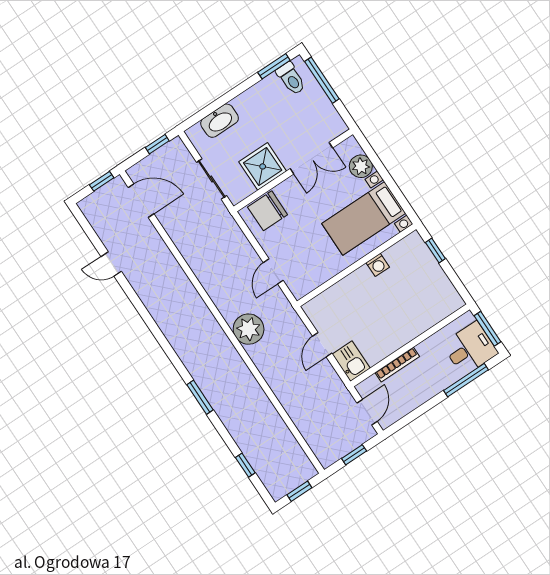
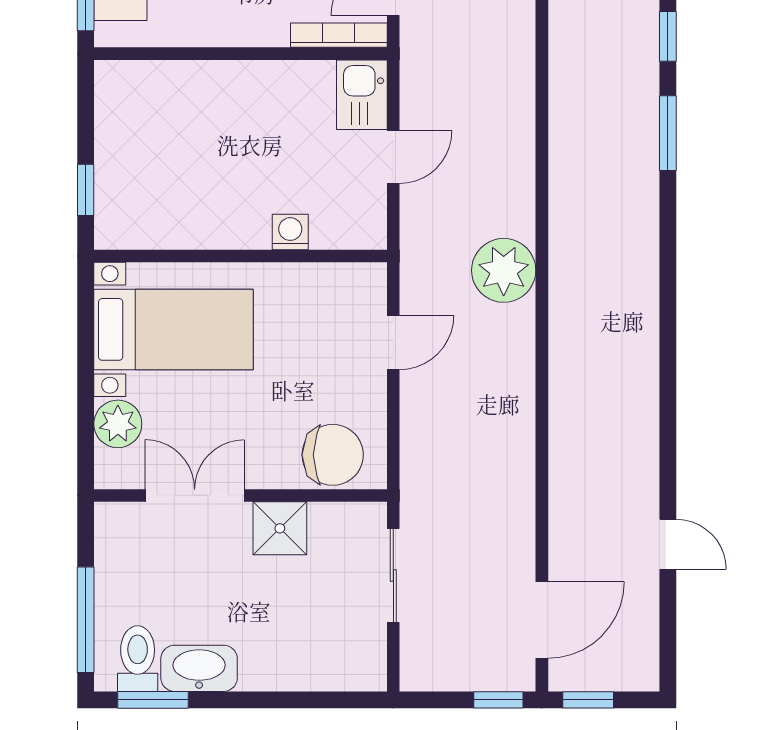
washbasin: (220, 121) -> (199, 668), moved
window: (157, 144) -> (498, 700), moved
shower: (263, 166) -> (280, 528), width x0.73, depth x0.73
door: (141, 201) -> (542, 620), swing flipped
washing machine: (378, 265) -> (290, 232), moved
bookcase: (397, 365) -> (339, 35), moved
window: (200, 397) -> (668, 133), moved

